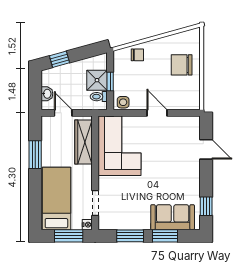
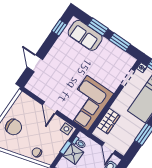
wardrobe: (84, 142) -> (108, 121), width x0.67

